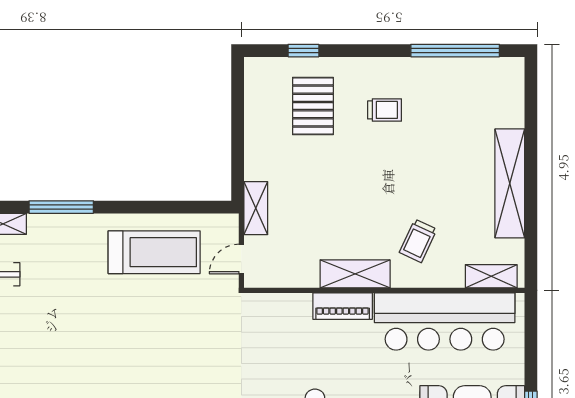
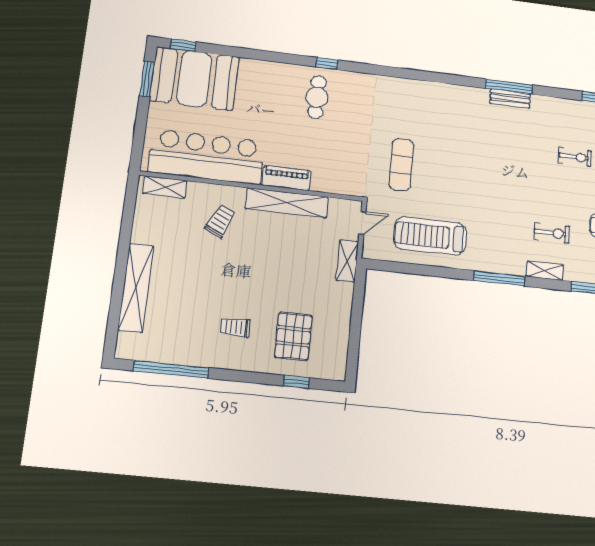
shelving: (510, 183) -> (136, 288), moved
shelving: (355, 274) -> (287, 203), width x1.47
exercise mat: (199, 342) -> (401, 165), added

